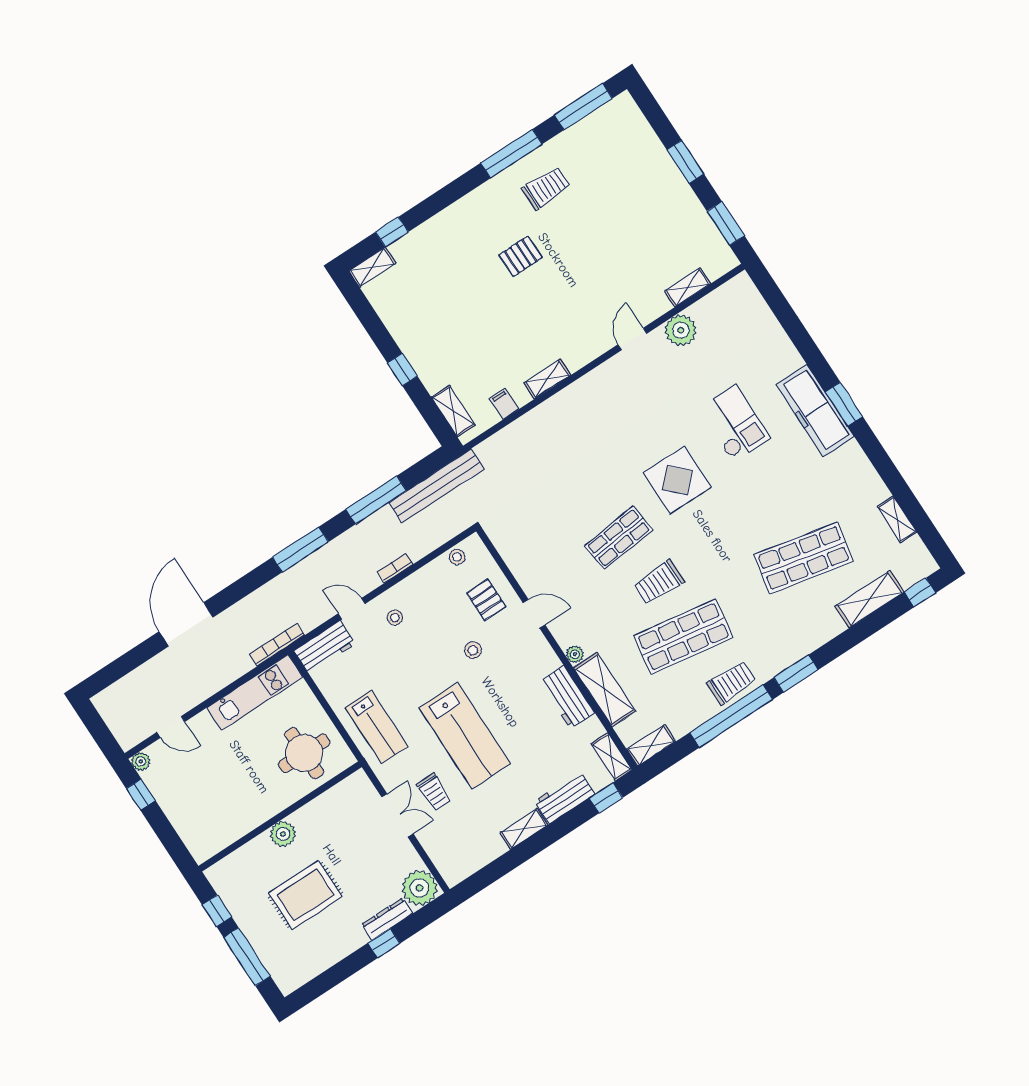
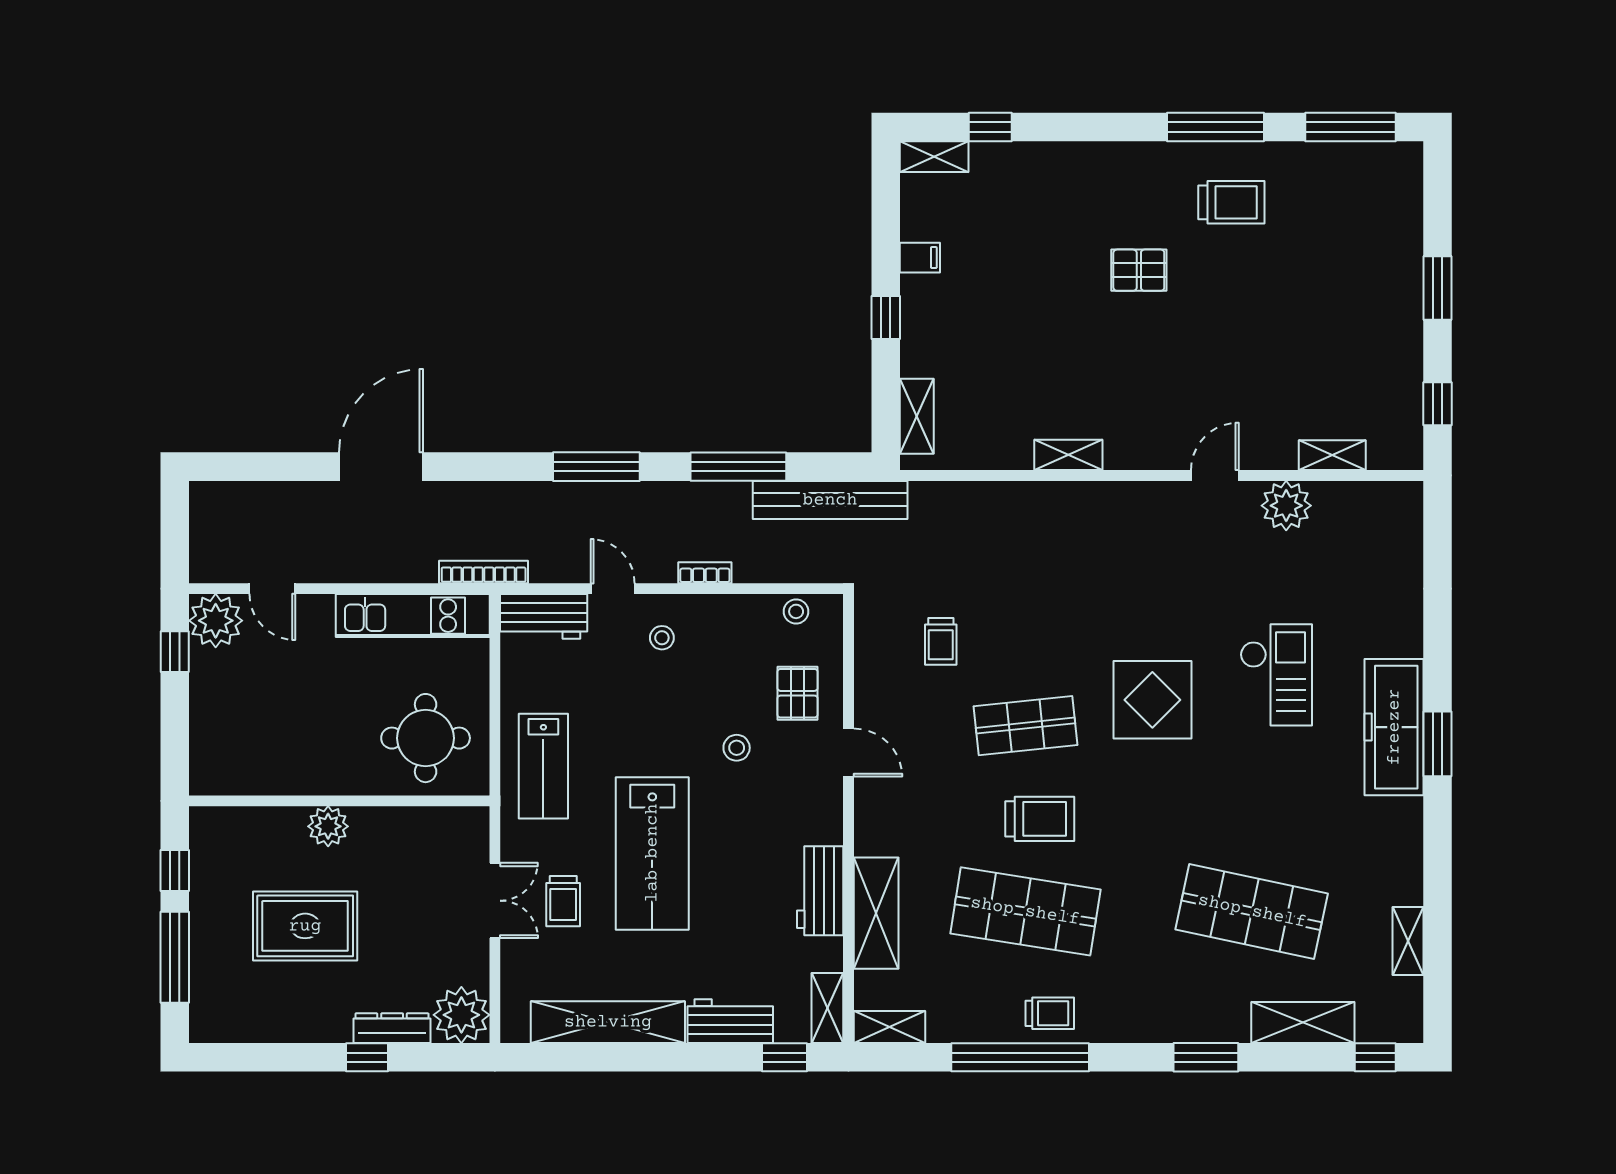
window: (726, 223) -> (1437, 404), width x0.67
filing cabinet: (504, 404) -> (920, 258), moved, turned 90
trolley: (544, 523) -> (941, 641), added
trolley: (659, 582) -> (1040, 819), turned 180
plant: (575, 654) -> (867, 841), removed
window: (796, 674) -> (1206, 1057), moved
trolley: (732, 682) -> (1050, 1013), width x0.73, depth x0.72
plant: (141, 761) -> (216, 621), width x1.87, depth x1.87
shelving: (524, 829) -> (608, 1022), width x2.20, depth x1.33

